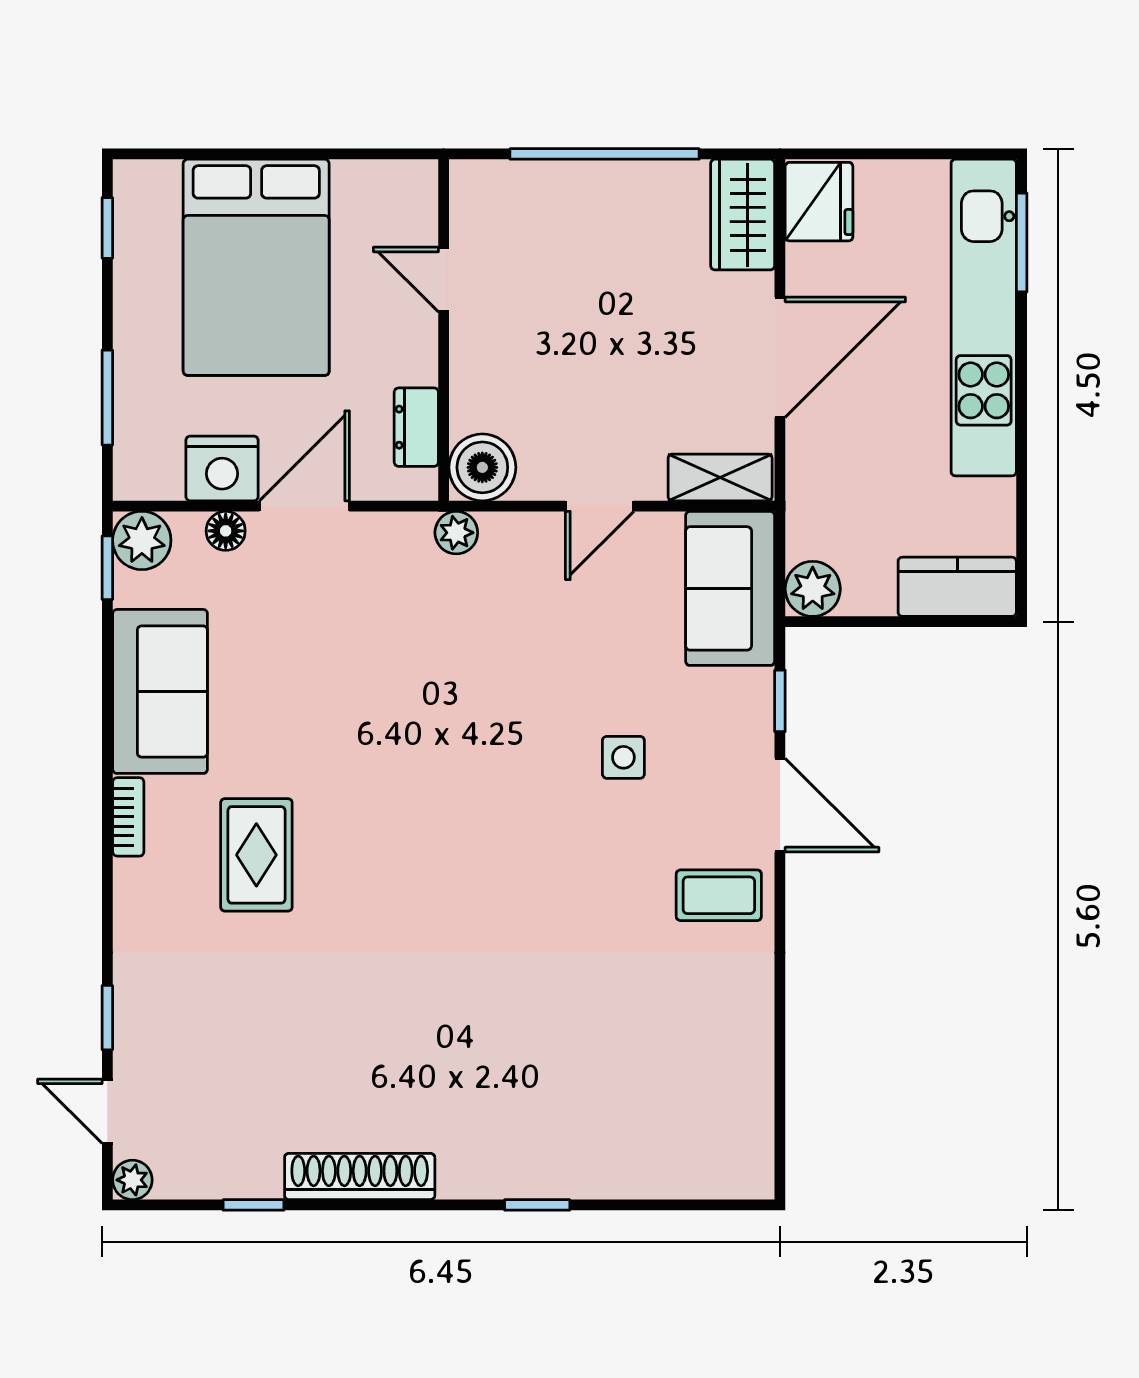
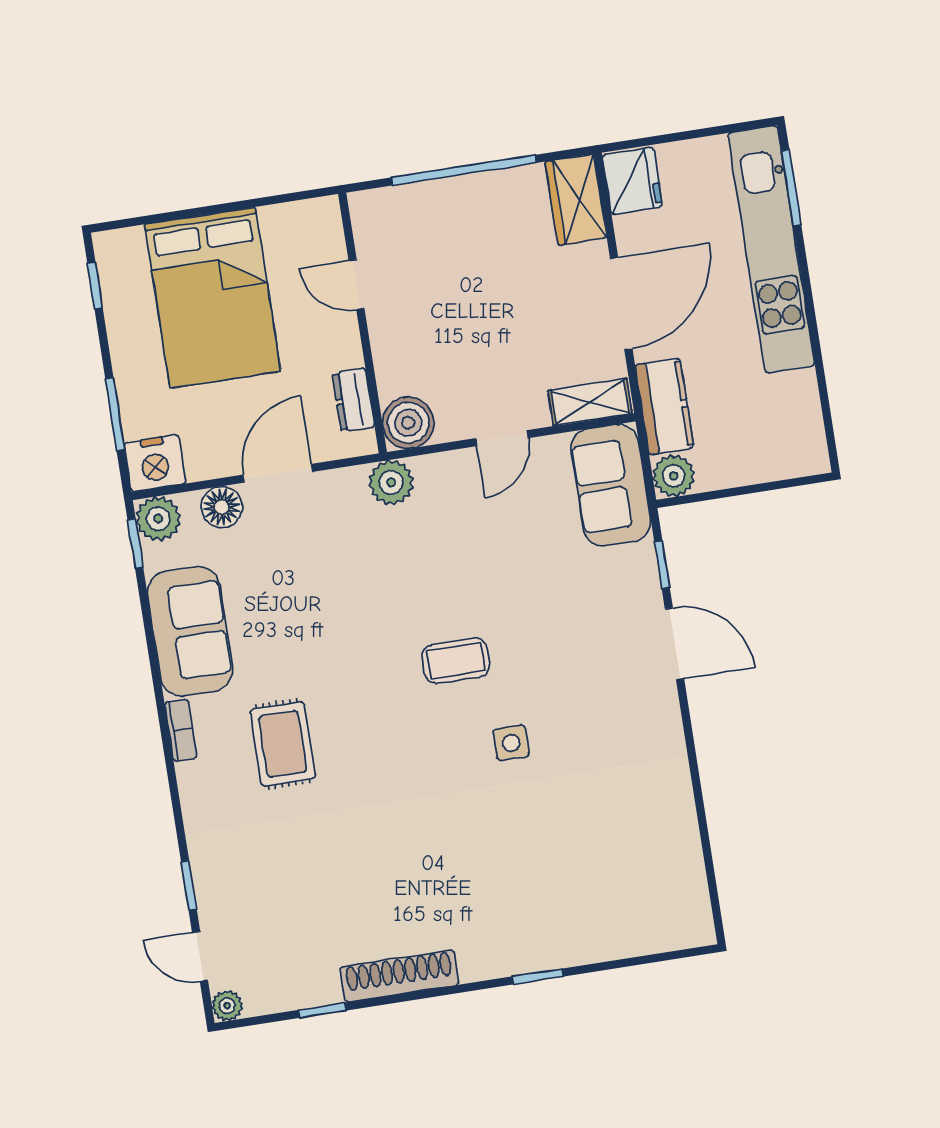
nightstand: (222, 468) -> (155, 463), moved
floor lamp: (226, 531) -> (222, 507), width x1.37, depth x1.37
plant: (456, 533) -> (391, 482), width x1.38, depth x1.38
kitchen counter: (957, 587) -> (664, 406), moved, turned 90
side table: (623, 757) -> (511, 743), moved
coffee table: (719, 895) -> (456, 661), moved

